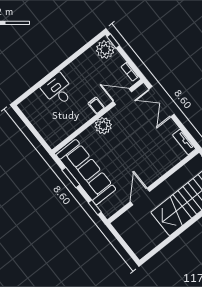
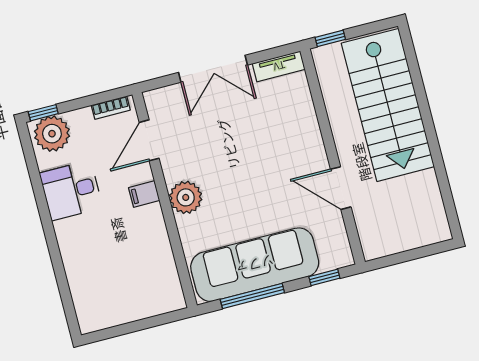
desk: (58, 90) -> (71, 191), moved
double door: (161, 102) -> (213, 69), moved
window: (71, 178) -> (252, 296), width x1.44

